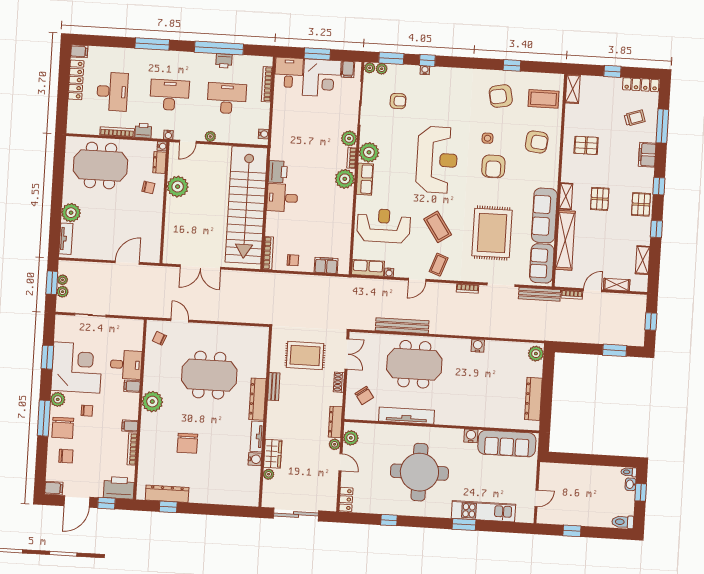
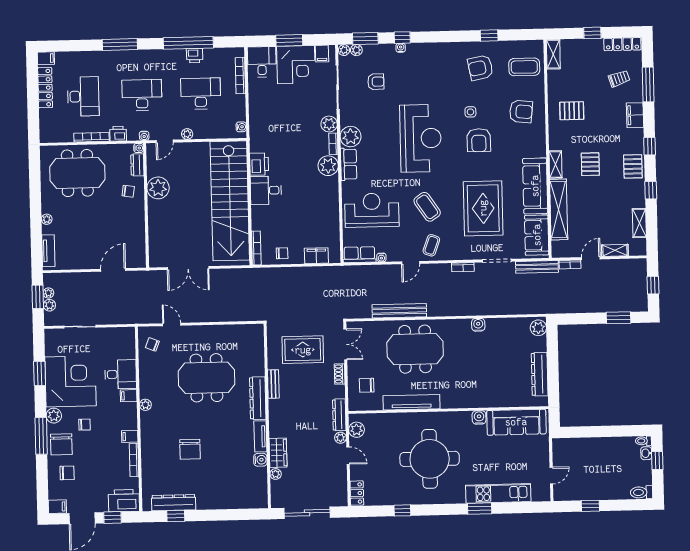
plant: (71, 213) -> (47, 219), width x0.53, depth x0.53
chair: (364, 395) -> (367, 385), turned 125
plant: (152, 402) -> (145, 405), width x0.53, depth x0.53

